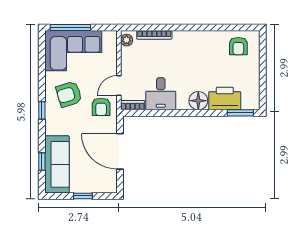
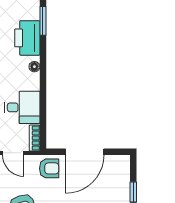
floor lamp: (198, 101) -> (34, 67), width x0.53, depth x0.53
armchair: (101, 107) -> (49, 168), moved

